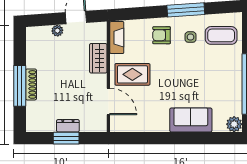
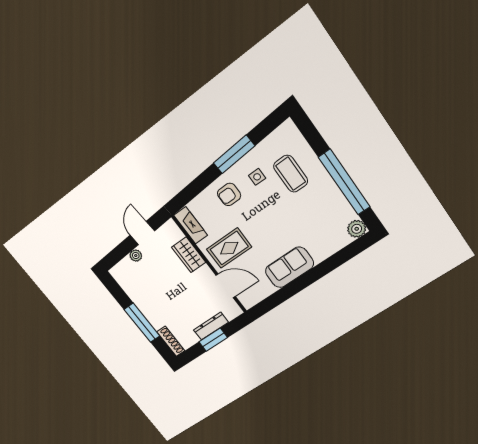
coffee table: (221, 35) -> (291, 174), moved, turned 90
shoe rack: (31, 84) -> (171, 341), moved
sofa: (191, 120) -> (289, 267), moved
dresser: (68, 126) -> (211, 326), width x1.44

